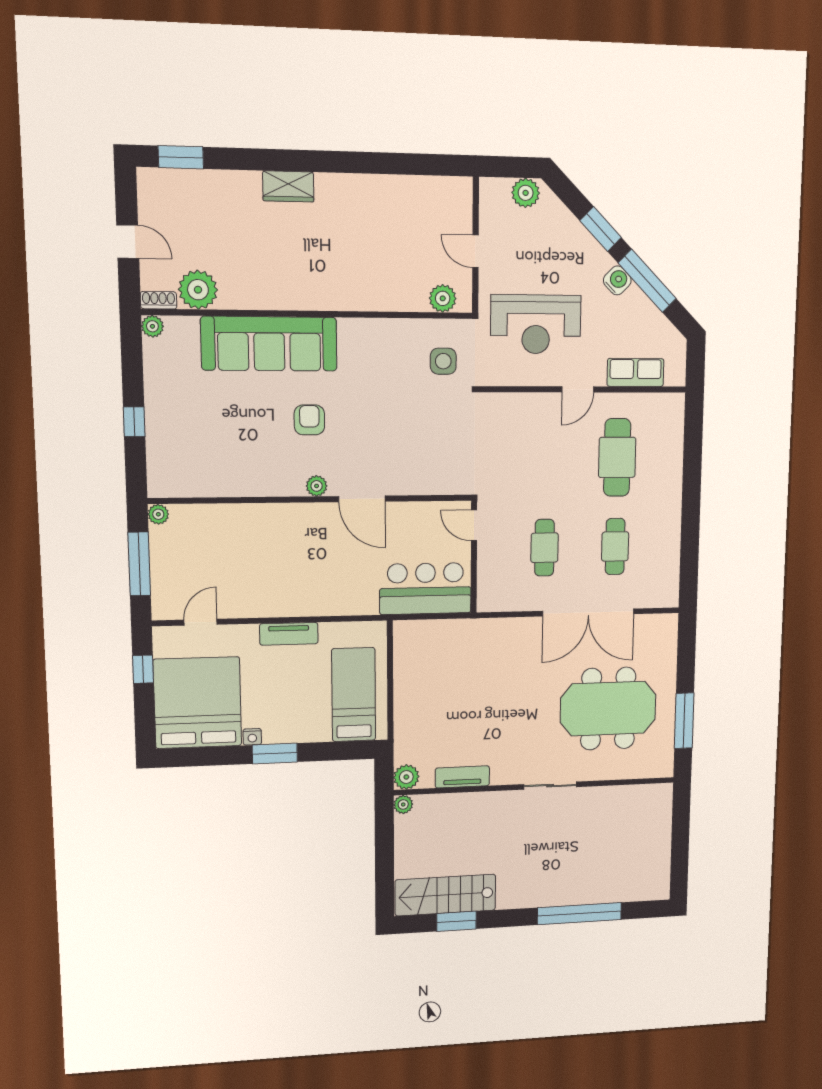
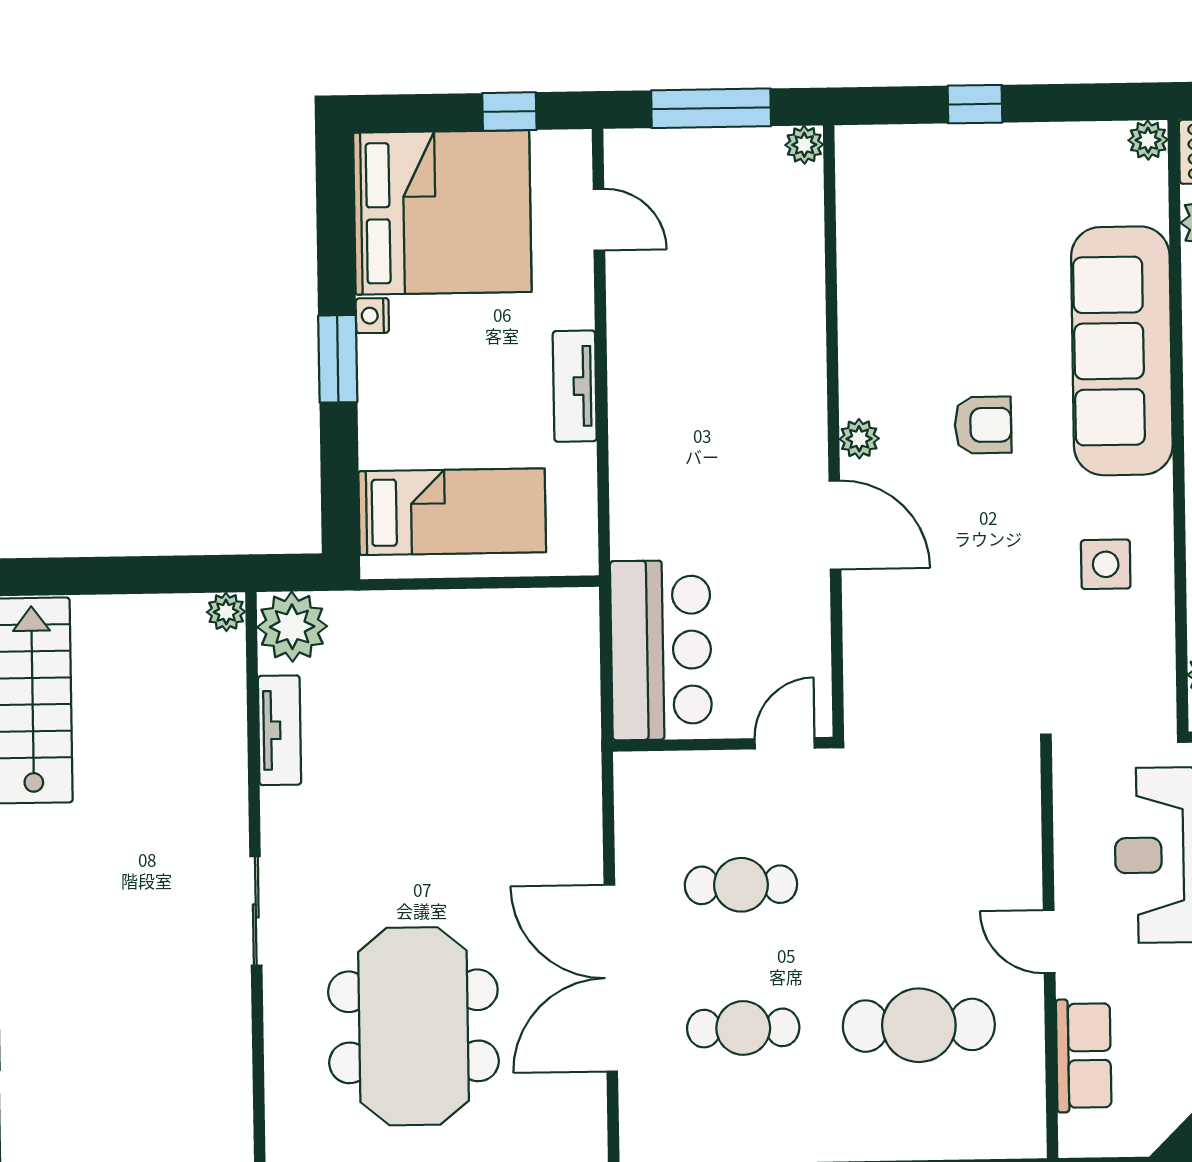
side table: (443, 361) -> (1106, 564), moved
door: (362, 499) -> (835, 525), swing flipped
plant: (406, 777) -> (292, 627), width x1.36, depth x1.36

